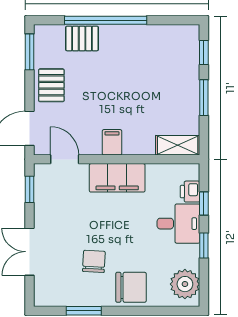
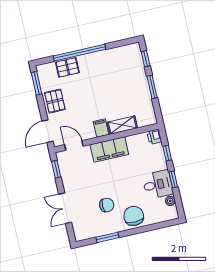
shelving: (178, 145) -> (122, 125), moved
printer: (190, 192) -> (154, 137), moved
desk: (178, 224) -> (158, 184), moved
chair: (94, 261) -> (107, 205), turned 87
plant: (185, 284) -> (170, 201), width x0.53, depth x0.53
chair: (131, 287) -> (134, 216), turned -90

